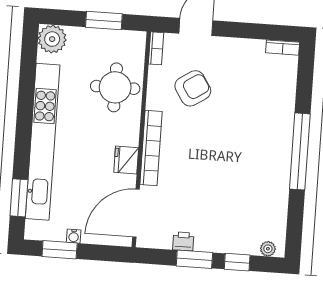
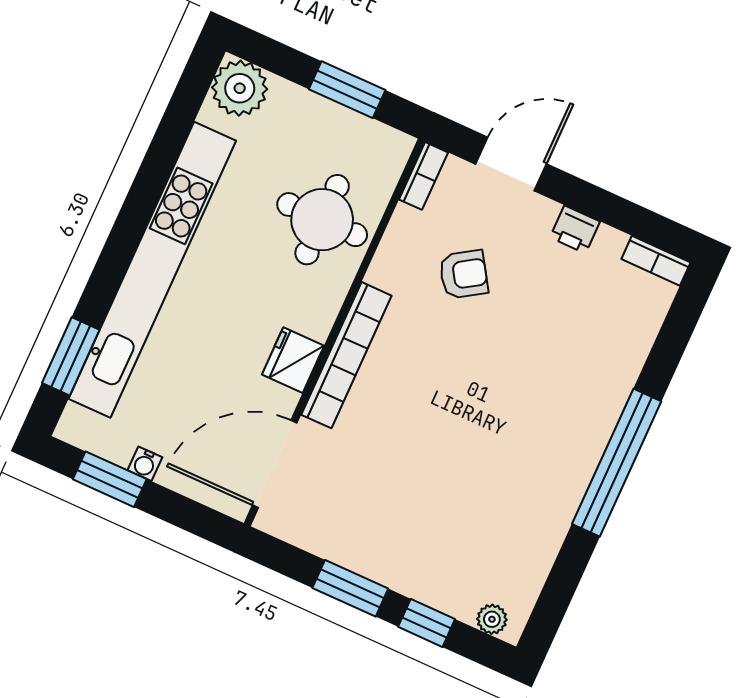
armchair: (193, 88) -> (464, 274), width x0.72, depth x0.72
printer: (183, 241) -> (575, 229), moved, turned 180

